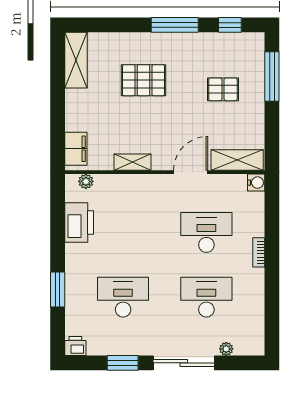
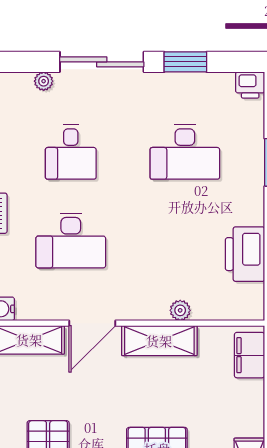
shelving: (133, 162) -> (159, 341), width x1.50, depth x1.33
plant: (86, 181) -> (180, 310), moved
desk: (206, 297) -> (71, 152), width x0.73

